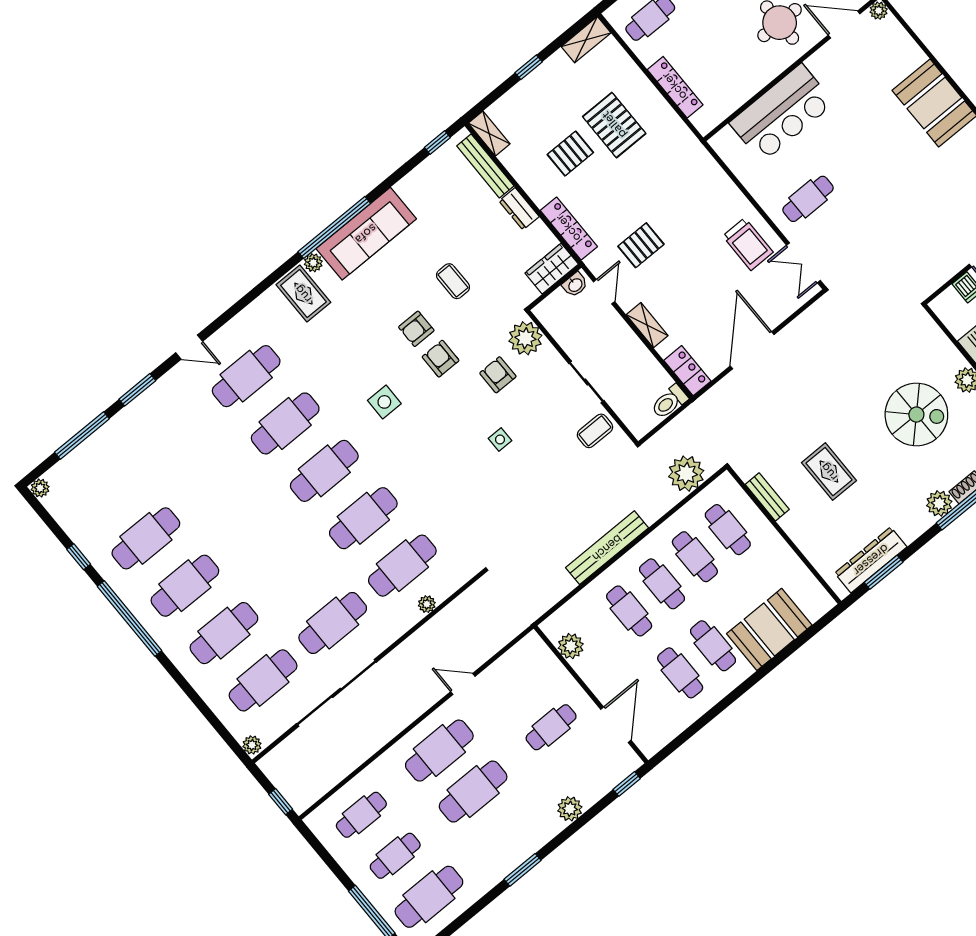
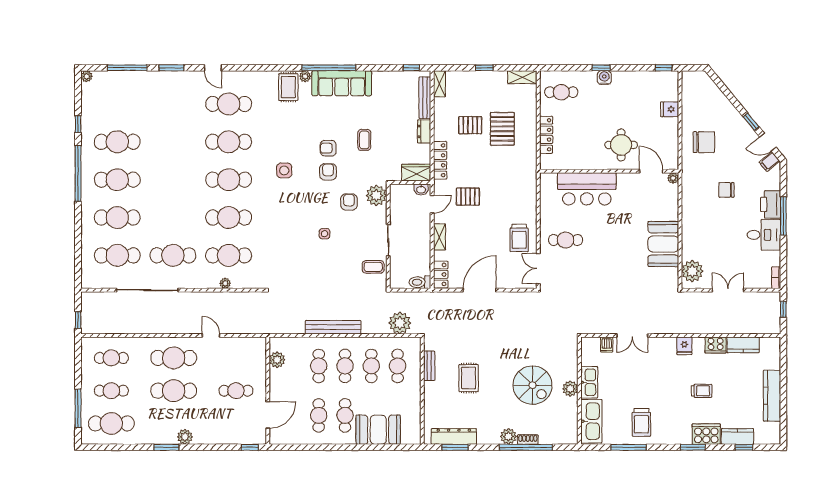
plant: (252, 745) -> (87, 282), removed
plant: (570, 809) -> (185, 437), moved

